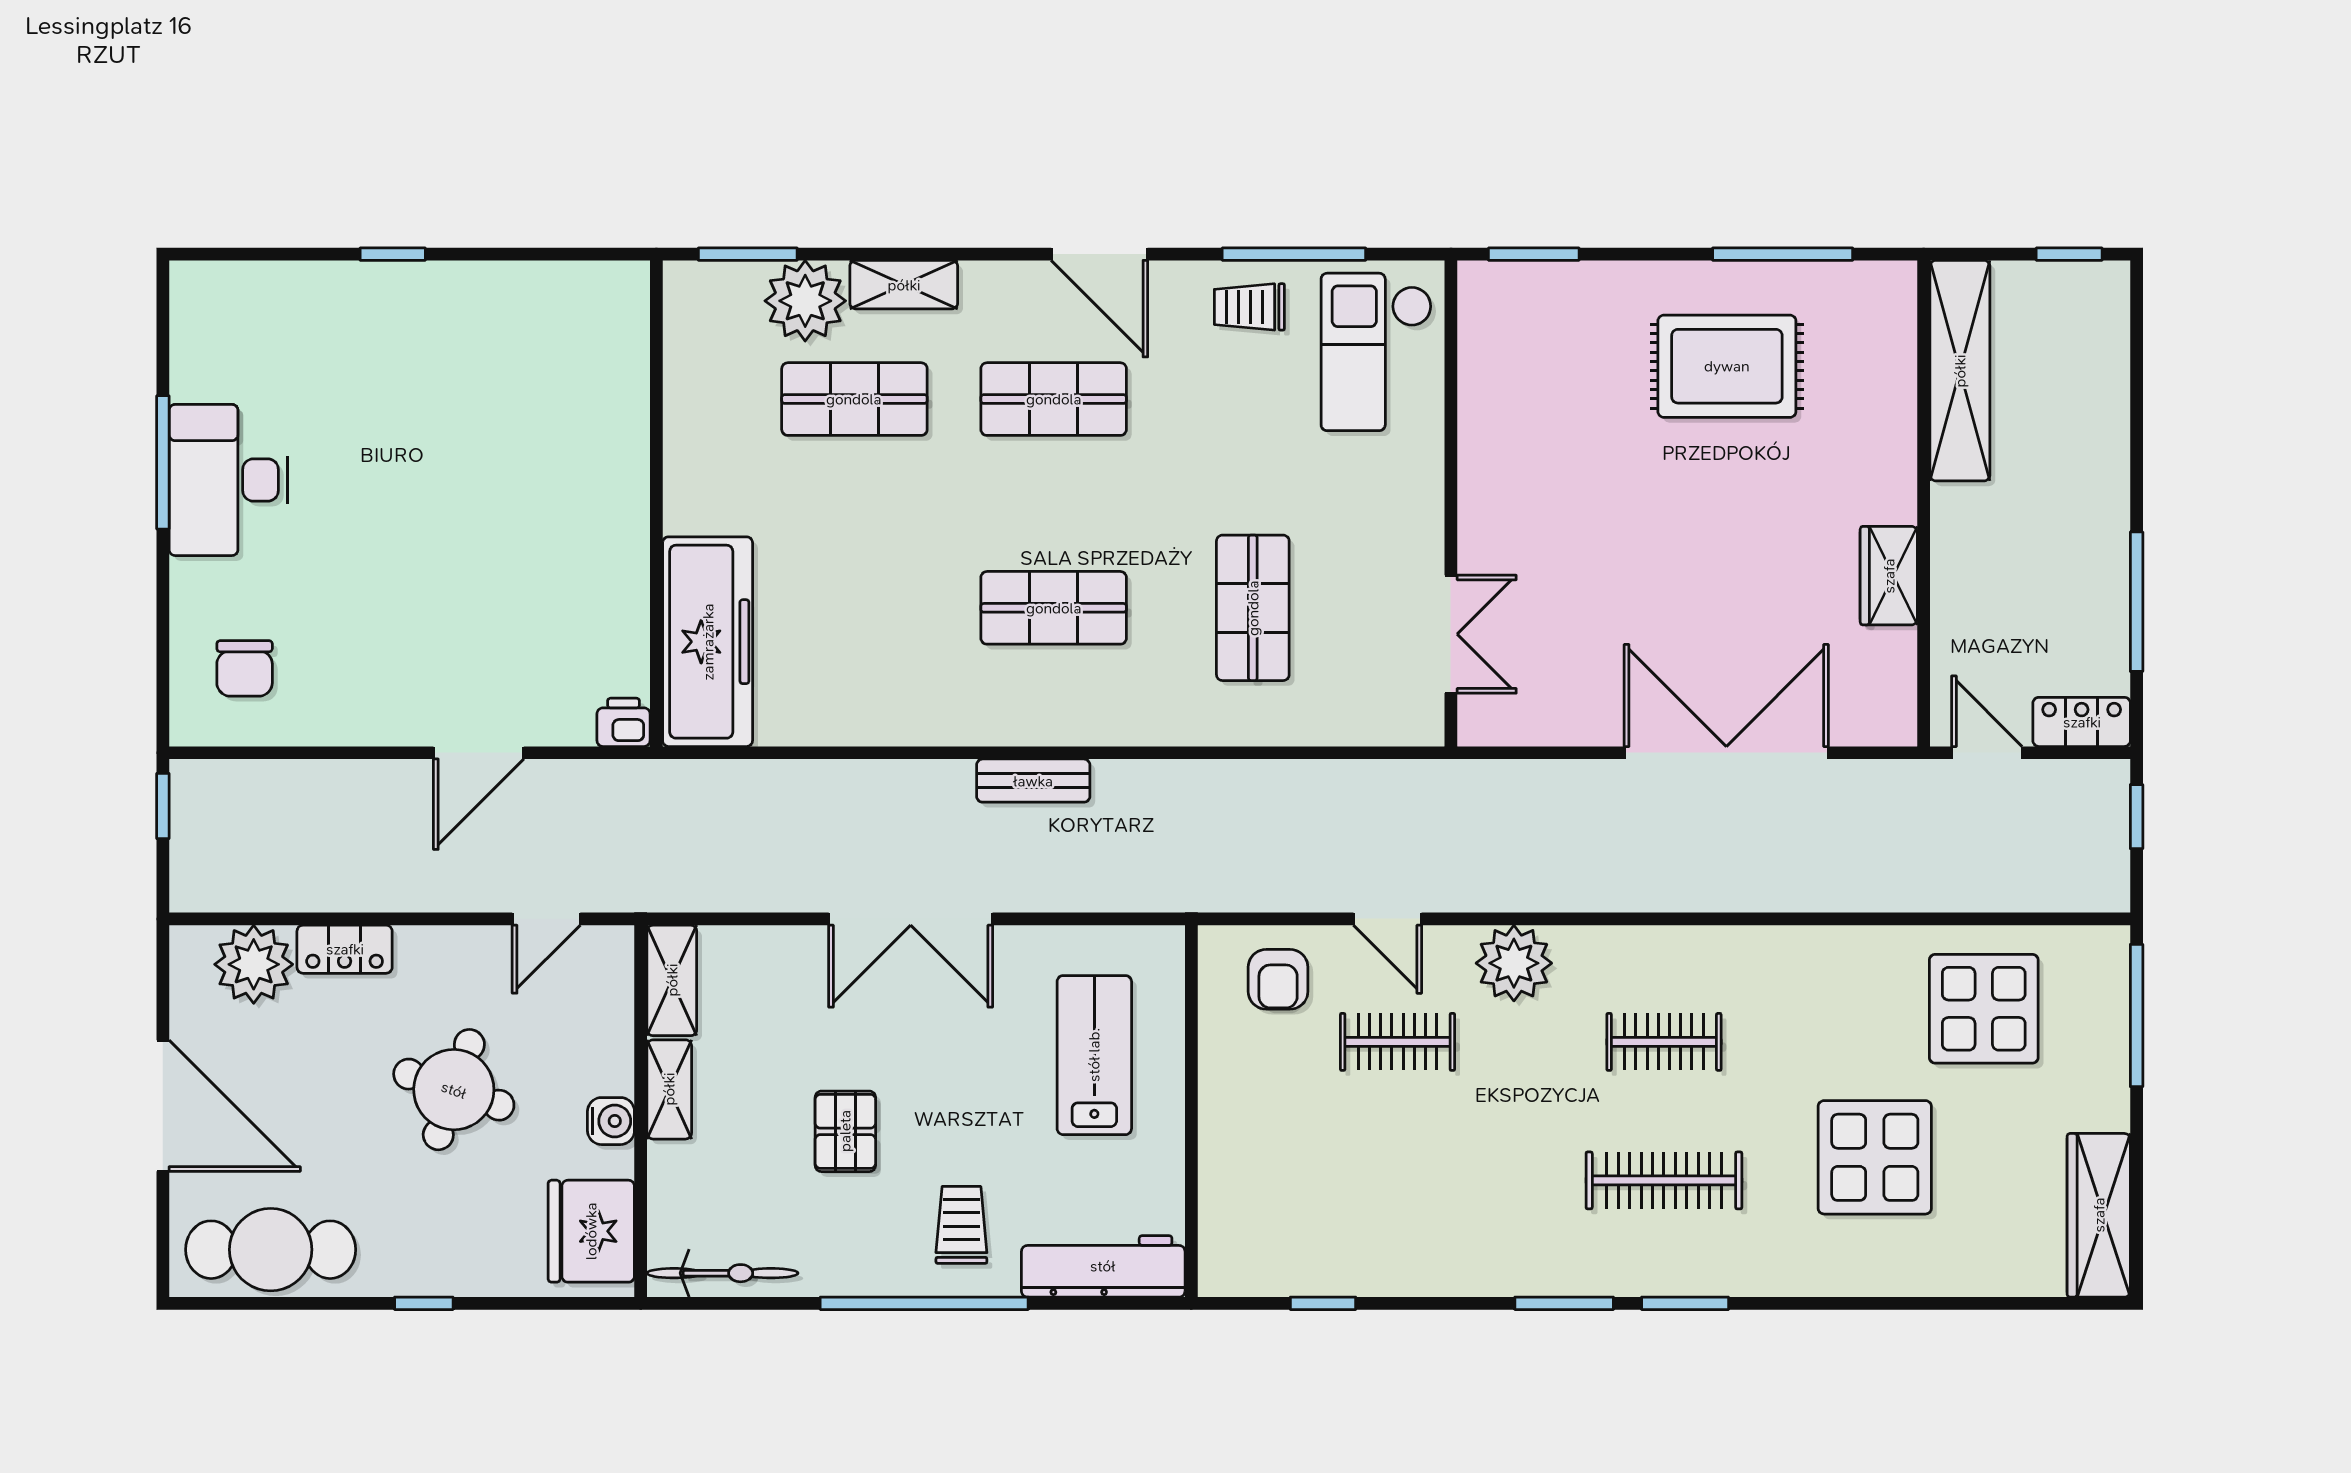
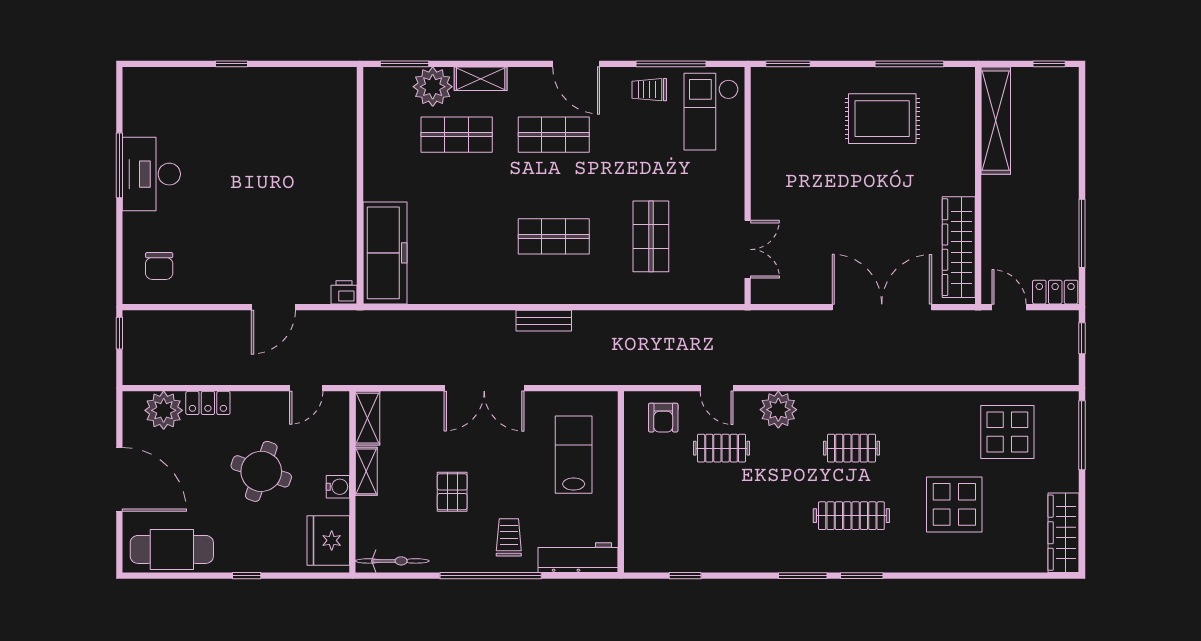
wardrobe: (1889, 576) -> (959, 247), width x2.10, depth x1.17

